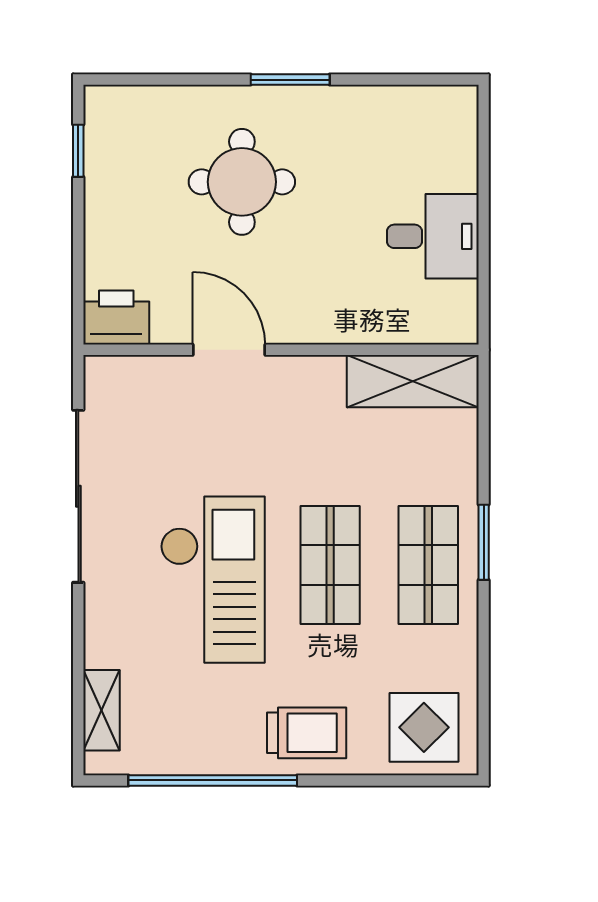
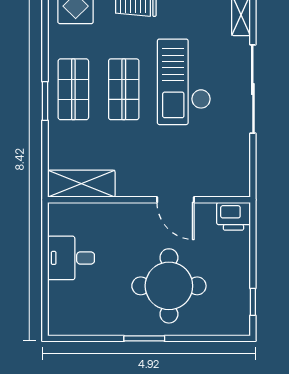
round table: (242, 182) -> (169, 286), width x1.36, depth x1.36
sliding door: (78, 496) -> (253, 89), moved

